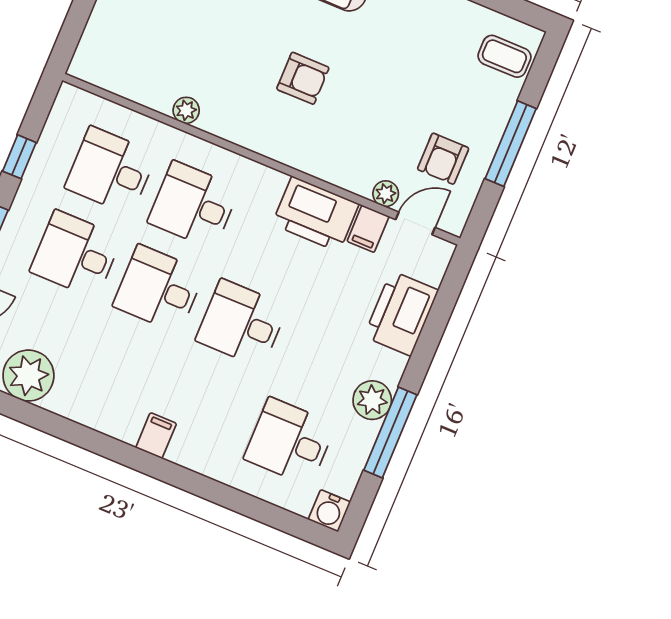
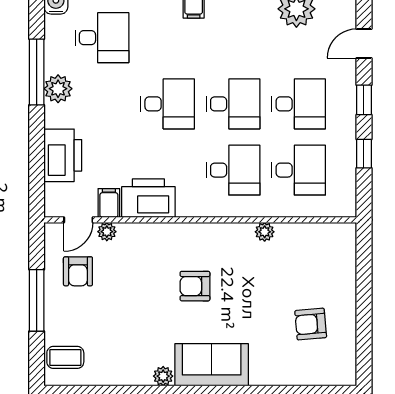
armchair: (443, 159) -> (78, 271), turned 180

